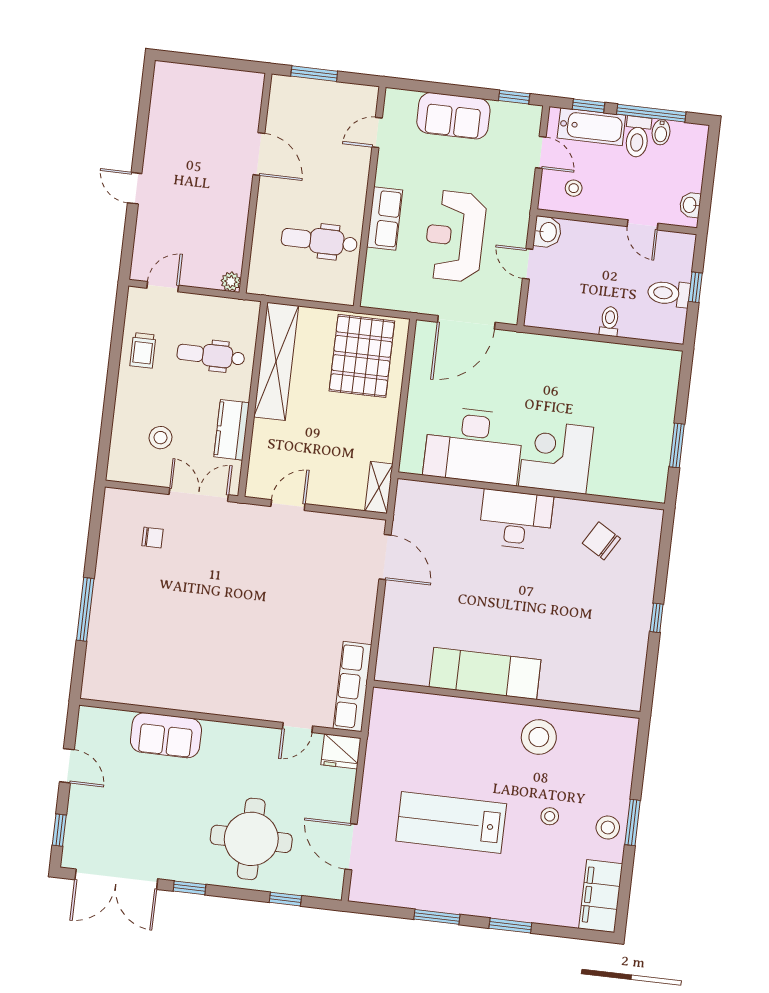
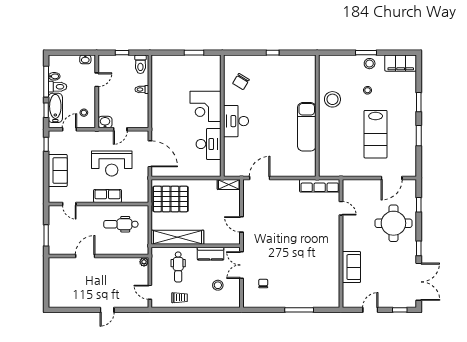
dental chair: (319, 241) -> (121, 224), turned 90
toilet: (669, 293) -> (140, 64), moved
desk: (474, 445) -> (209, 144), width x0.73, depth x0.77
fridge: (341, 751) -> (349, 188), removed

